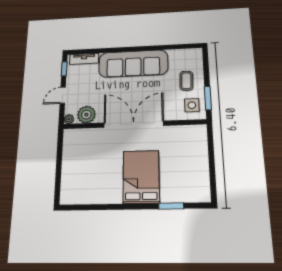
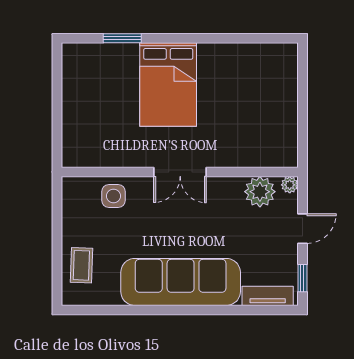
coffee table: (186, 81) -> (81, 265), moved
window: (208, 98) -> (57, 213), removed
side table: (192, 105) -> (114, 196), moved
double door: (134, 124) -> (180, 172), width x0.54

